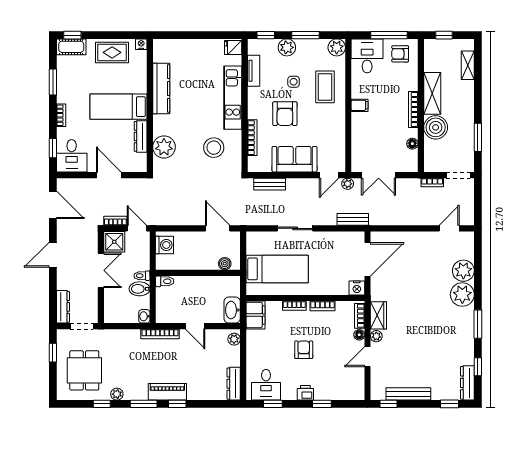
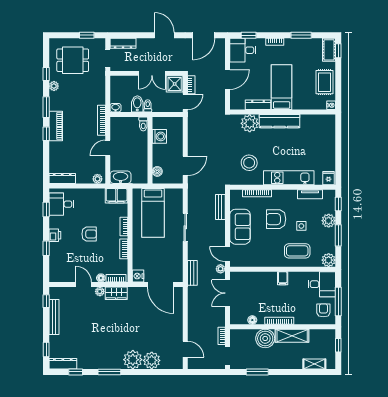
kitchen counter: (161, 89) -> (280, 121), moved
washing machine: (165, 245) -> (159, 136), moved, turned -90

